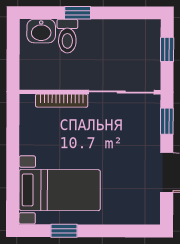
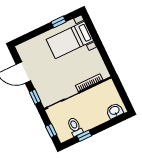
window: (78, 13) -> (84, 136), moved
toilet: (67, 36) -> (75, 127), moved

